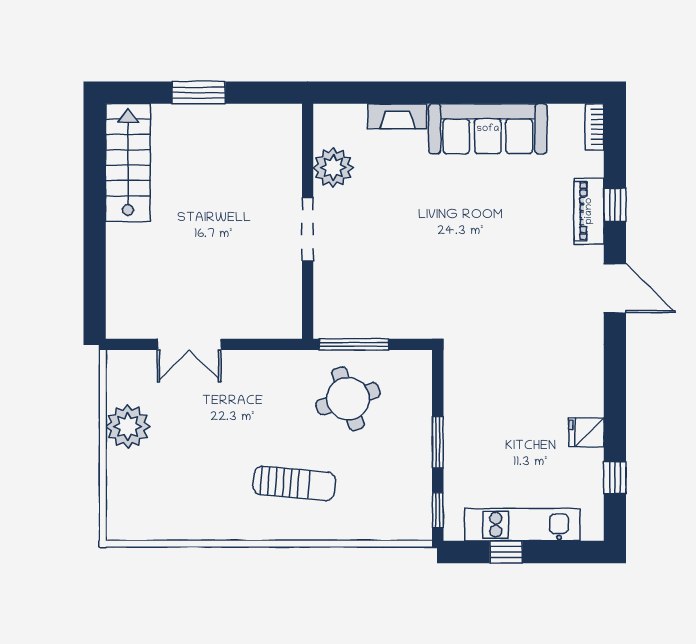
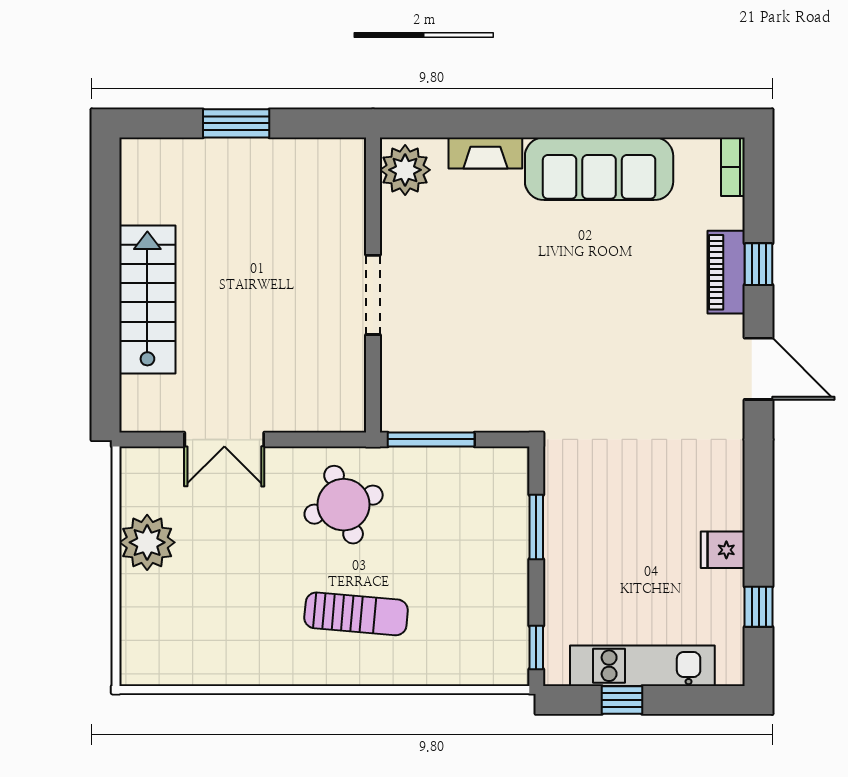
stairs: (128, 163) -> (147, 300), moved
plant: (333, 167) -> (405, 170), moved
round table: (348, 399) -> (344, 505), moved
window: (438, 442) -> (536, 527), moved

